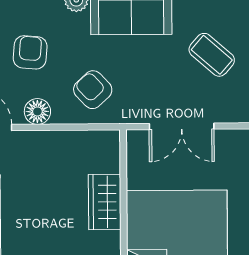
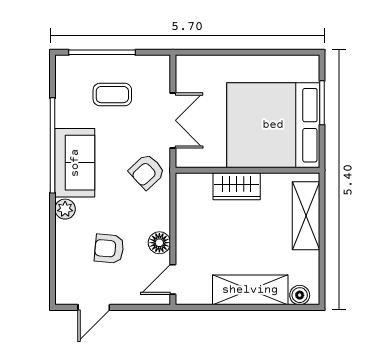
coffee table: (212, 55) -> (112, 95), turned 49
armchair: (93, 90) -> (147, 172), moved

